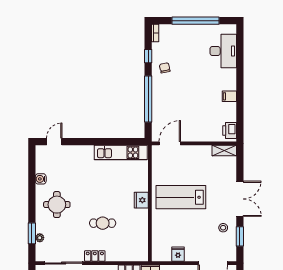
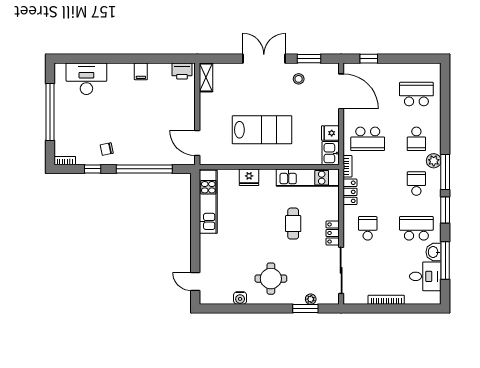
lab bench: (181, 197) -> (262, 130), turned -90
fridge: (141, 200) -> (249, 177), moved
kitchen unit: (141, 235) -> (307, 178), added
kitchen sink: (161, 254) -> (331, 153), added

